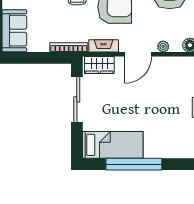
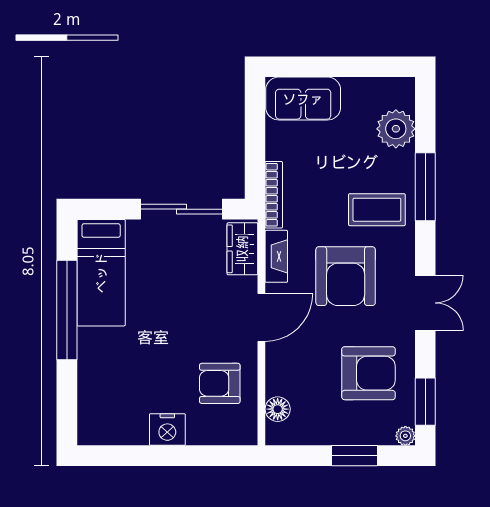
plant: (163, 46) -> (275, 362), removed
door: (138, 54) -> (261, 317), swing flipped
armchair: (175, 78) -> (220, 383), added

